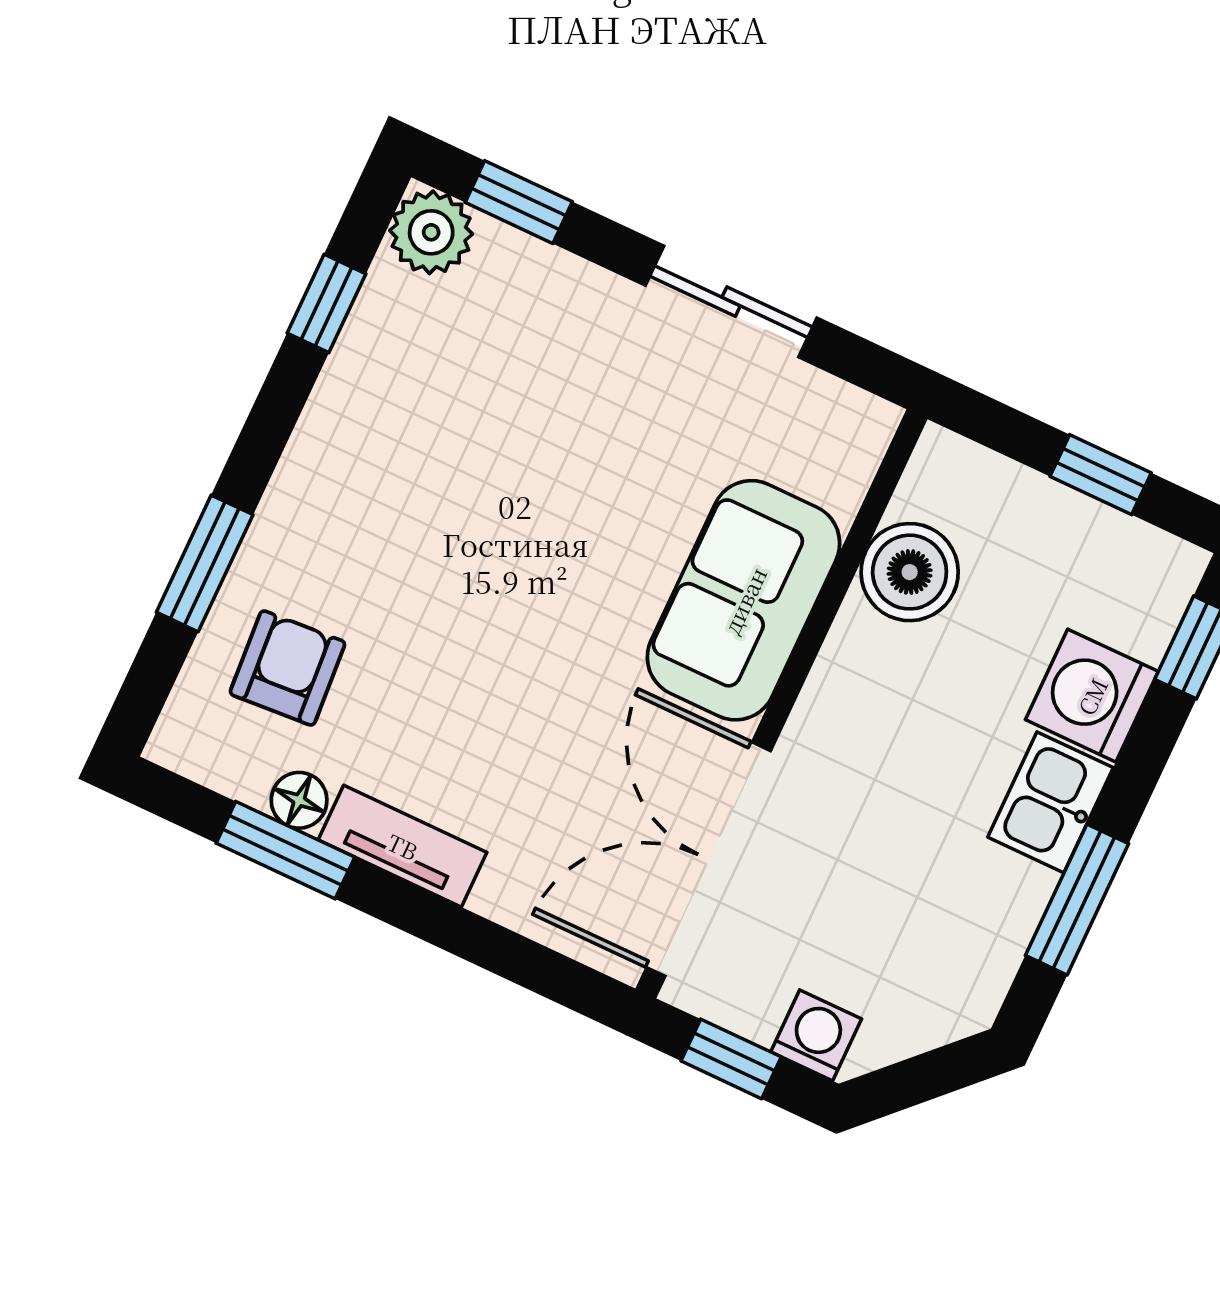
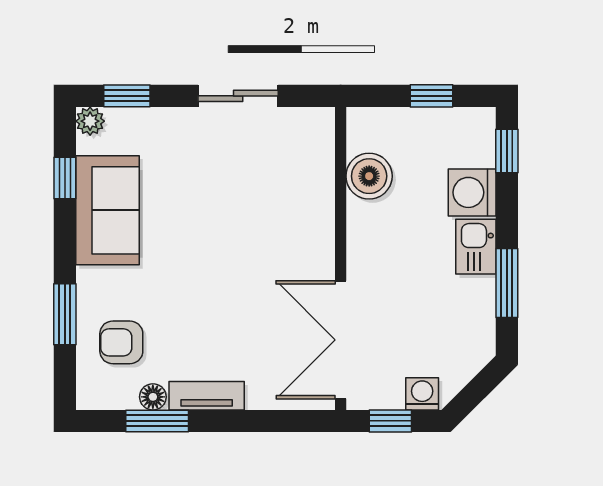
plant: (431, 232) -> (90, 121), width x0.73, depth x0.73
sofa: (744, 600) -> (107, 210), moved, turned 180
armchair: (287, 668) -> (121, 342), turned -86

